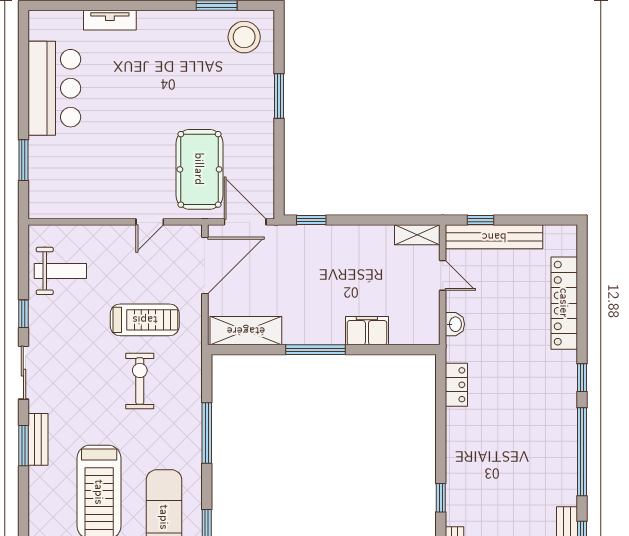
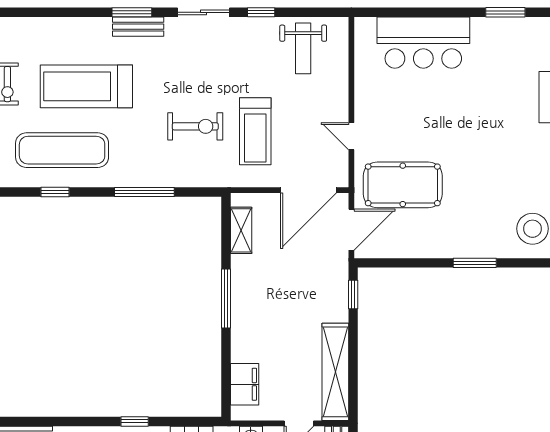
bar counter: (54, 88) -> (423, 43), moved
window: (23, 160) -> (505, 12), moved
shelving: (417, 235) -> (335, 372), width x2.20, depth x1.33
door: (205, 265) -> (309, 190), hinge flipped
shelving: (246, 331) -> (241, 230), width x0.67, depth x0.75
filing cabinet: (367, 331) -> (245, 384), moved
window: (441, 498) -> (135, 421), moved

